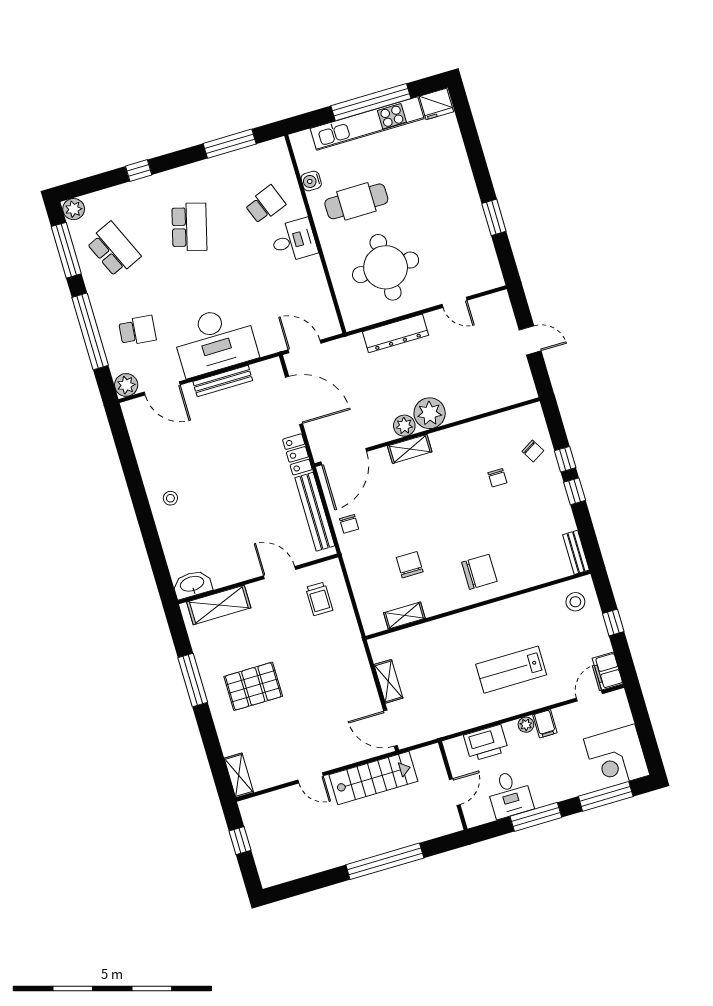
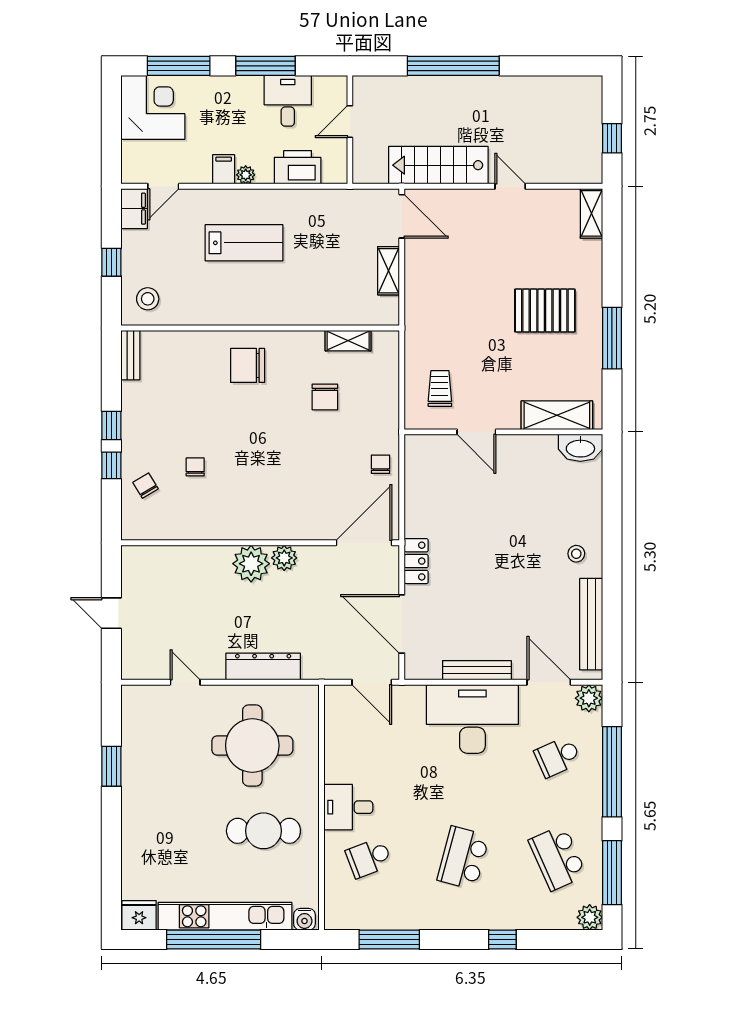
water cooler: (311, 181) -> (304, 919), moved, turned 90
school desk: (137, 331) -> (558, 757), turned -30
shelving: (410, 449) -> (286, 530), removed
bench: (315, 512) -> (591, 624), moved

